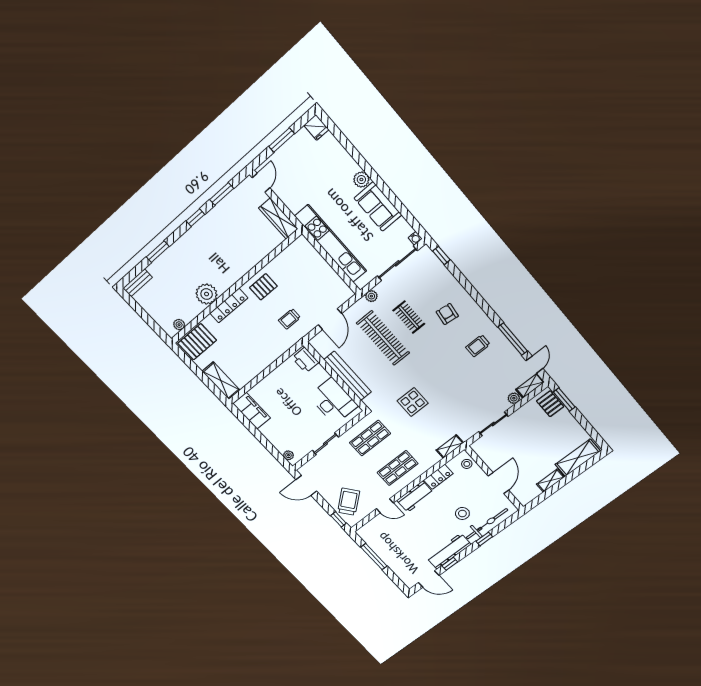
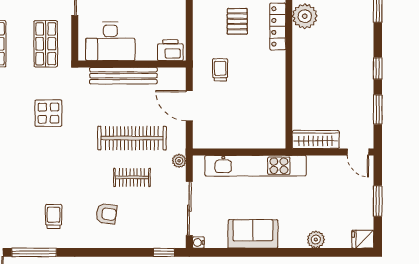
plant: (361, 180) -> (316, 240), moved
pallet: (263, 287) -> (237, 21), moved

